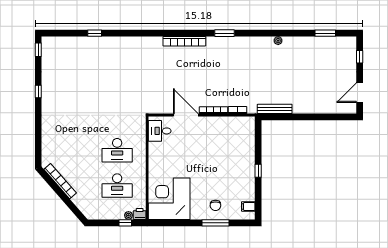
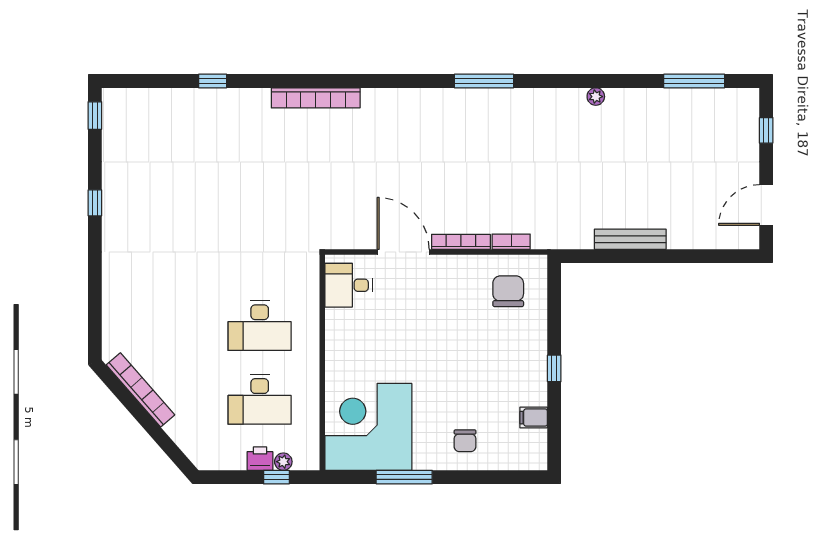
window: (225, 33) -> (484, 81), width x1.44
window: (325, 33) -> (694, 81), width x1.44
bookcase: (184, 41) -> (316, 98), moved
bench: (275, 109) -> (630, 239), moved
chair: (236, 134) -> (508, 291), added
filing cabinet: (248, 207) -> (534, 418), moved
printer: (140, 214) -> (260, 459), moved
window: (216, 223) -> (404, 477), moved

